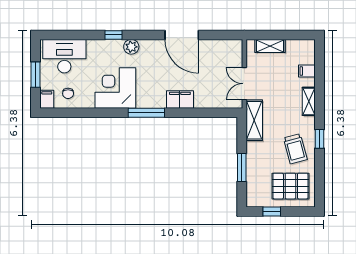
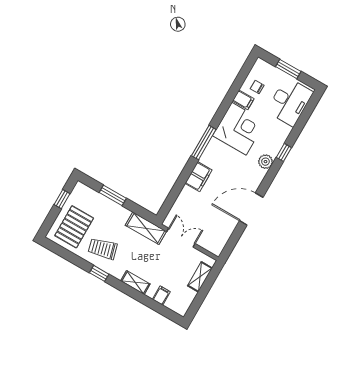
filing cabinet: (47, 99) -> (243, 100), moved

